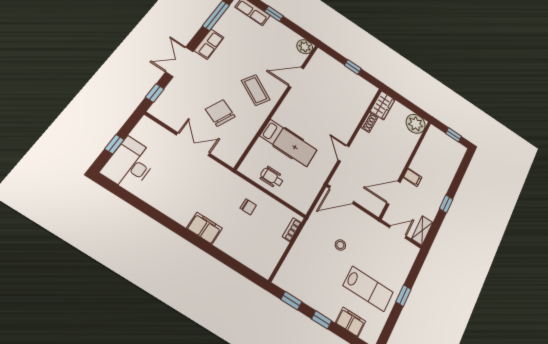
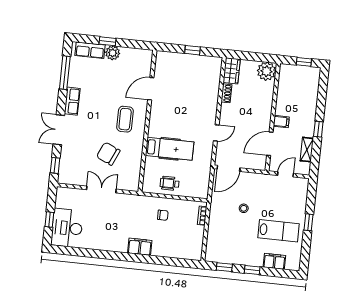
plant: (305, 47) -> (113, 53), moved
coffee table: (256, 90) -> (125, 119), turned 60
door: (344, 153) -> (216, 133), swing flipped
shelving: (422, 231) -> (307, 150), moved

